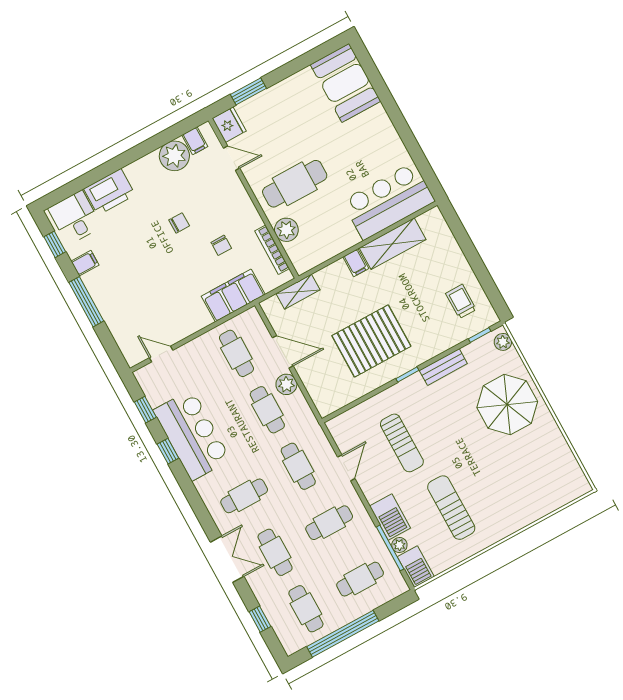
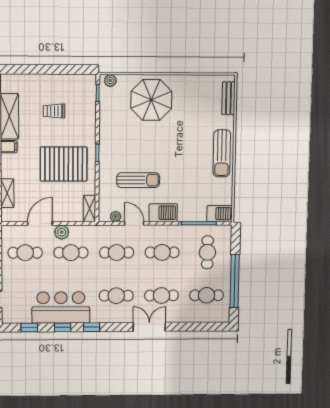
trolley: (461, 301) -> (54, 111), moved
pallet: (371, 341) -> (64, 164), turned 90
bench: (443, 367) -> (228, 98), moved
shelving: (334, 403) -> (90, 209), added
cafe table: (244, 496) -> (116, 296), turned 90
sun lounger: (451, 508) -> (222, 153), moved, turned -90
barbecue: (390, 517) -> (163, 213), moved
cafe table: (329, 523) -> (162, 252), turned 90
plant: (399, 545) -> (116, 217), moved
window: (260, 619) -> (91, 327), moved

